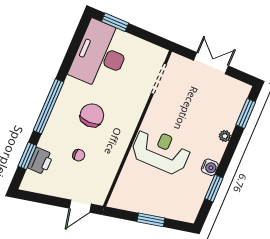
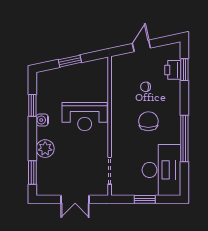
window: (115, 22) -> (145, 199), moved
window: (48, 106) -> (184, 139), moved
chair: (92, 115) -> (148, 121), turned 180
plant: (225, 136) -> (45, 149), width x1.88, depth x1.88
door: (80, 206) -> (141, 46), moved

